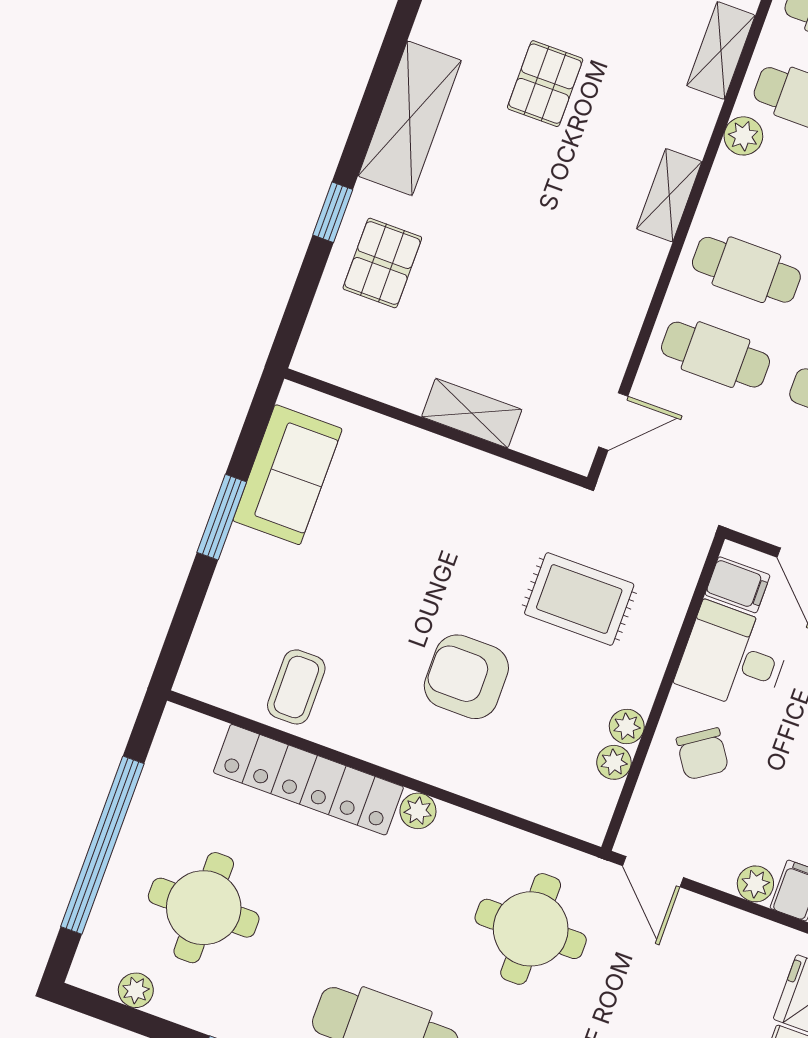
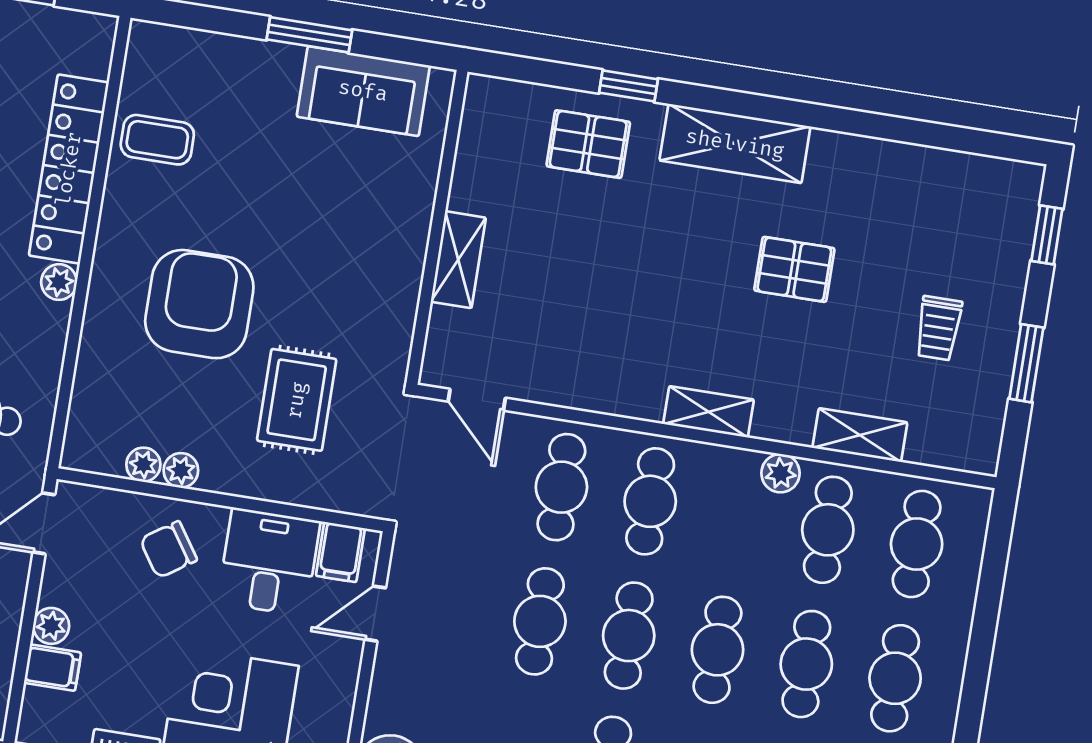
armchair: (466, 677) -> (199, 304), width x1.36, depth x1.36

